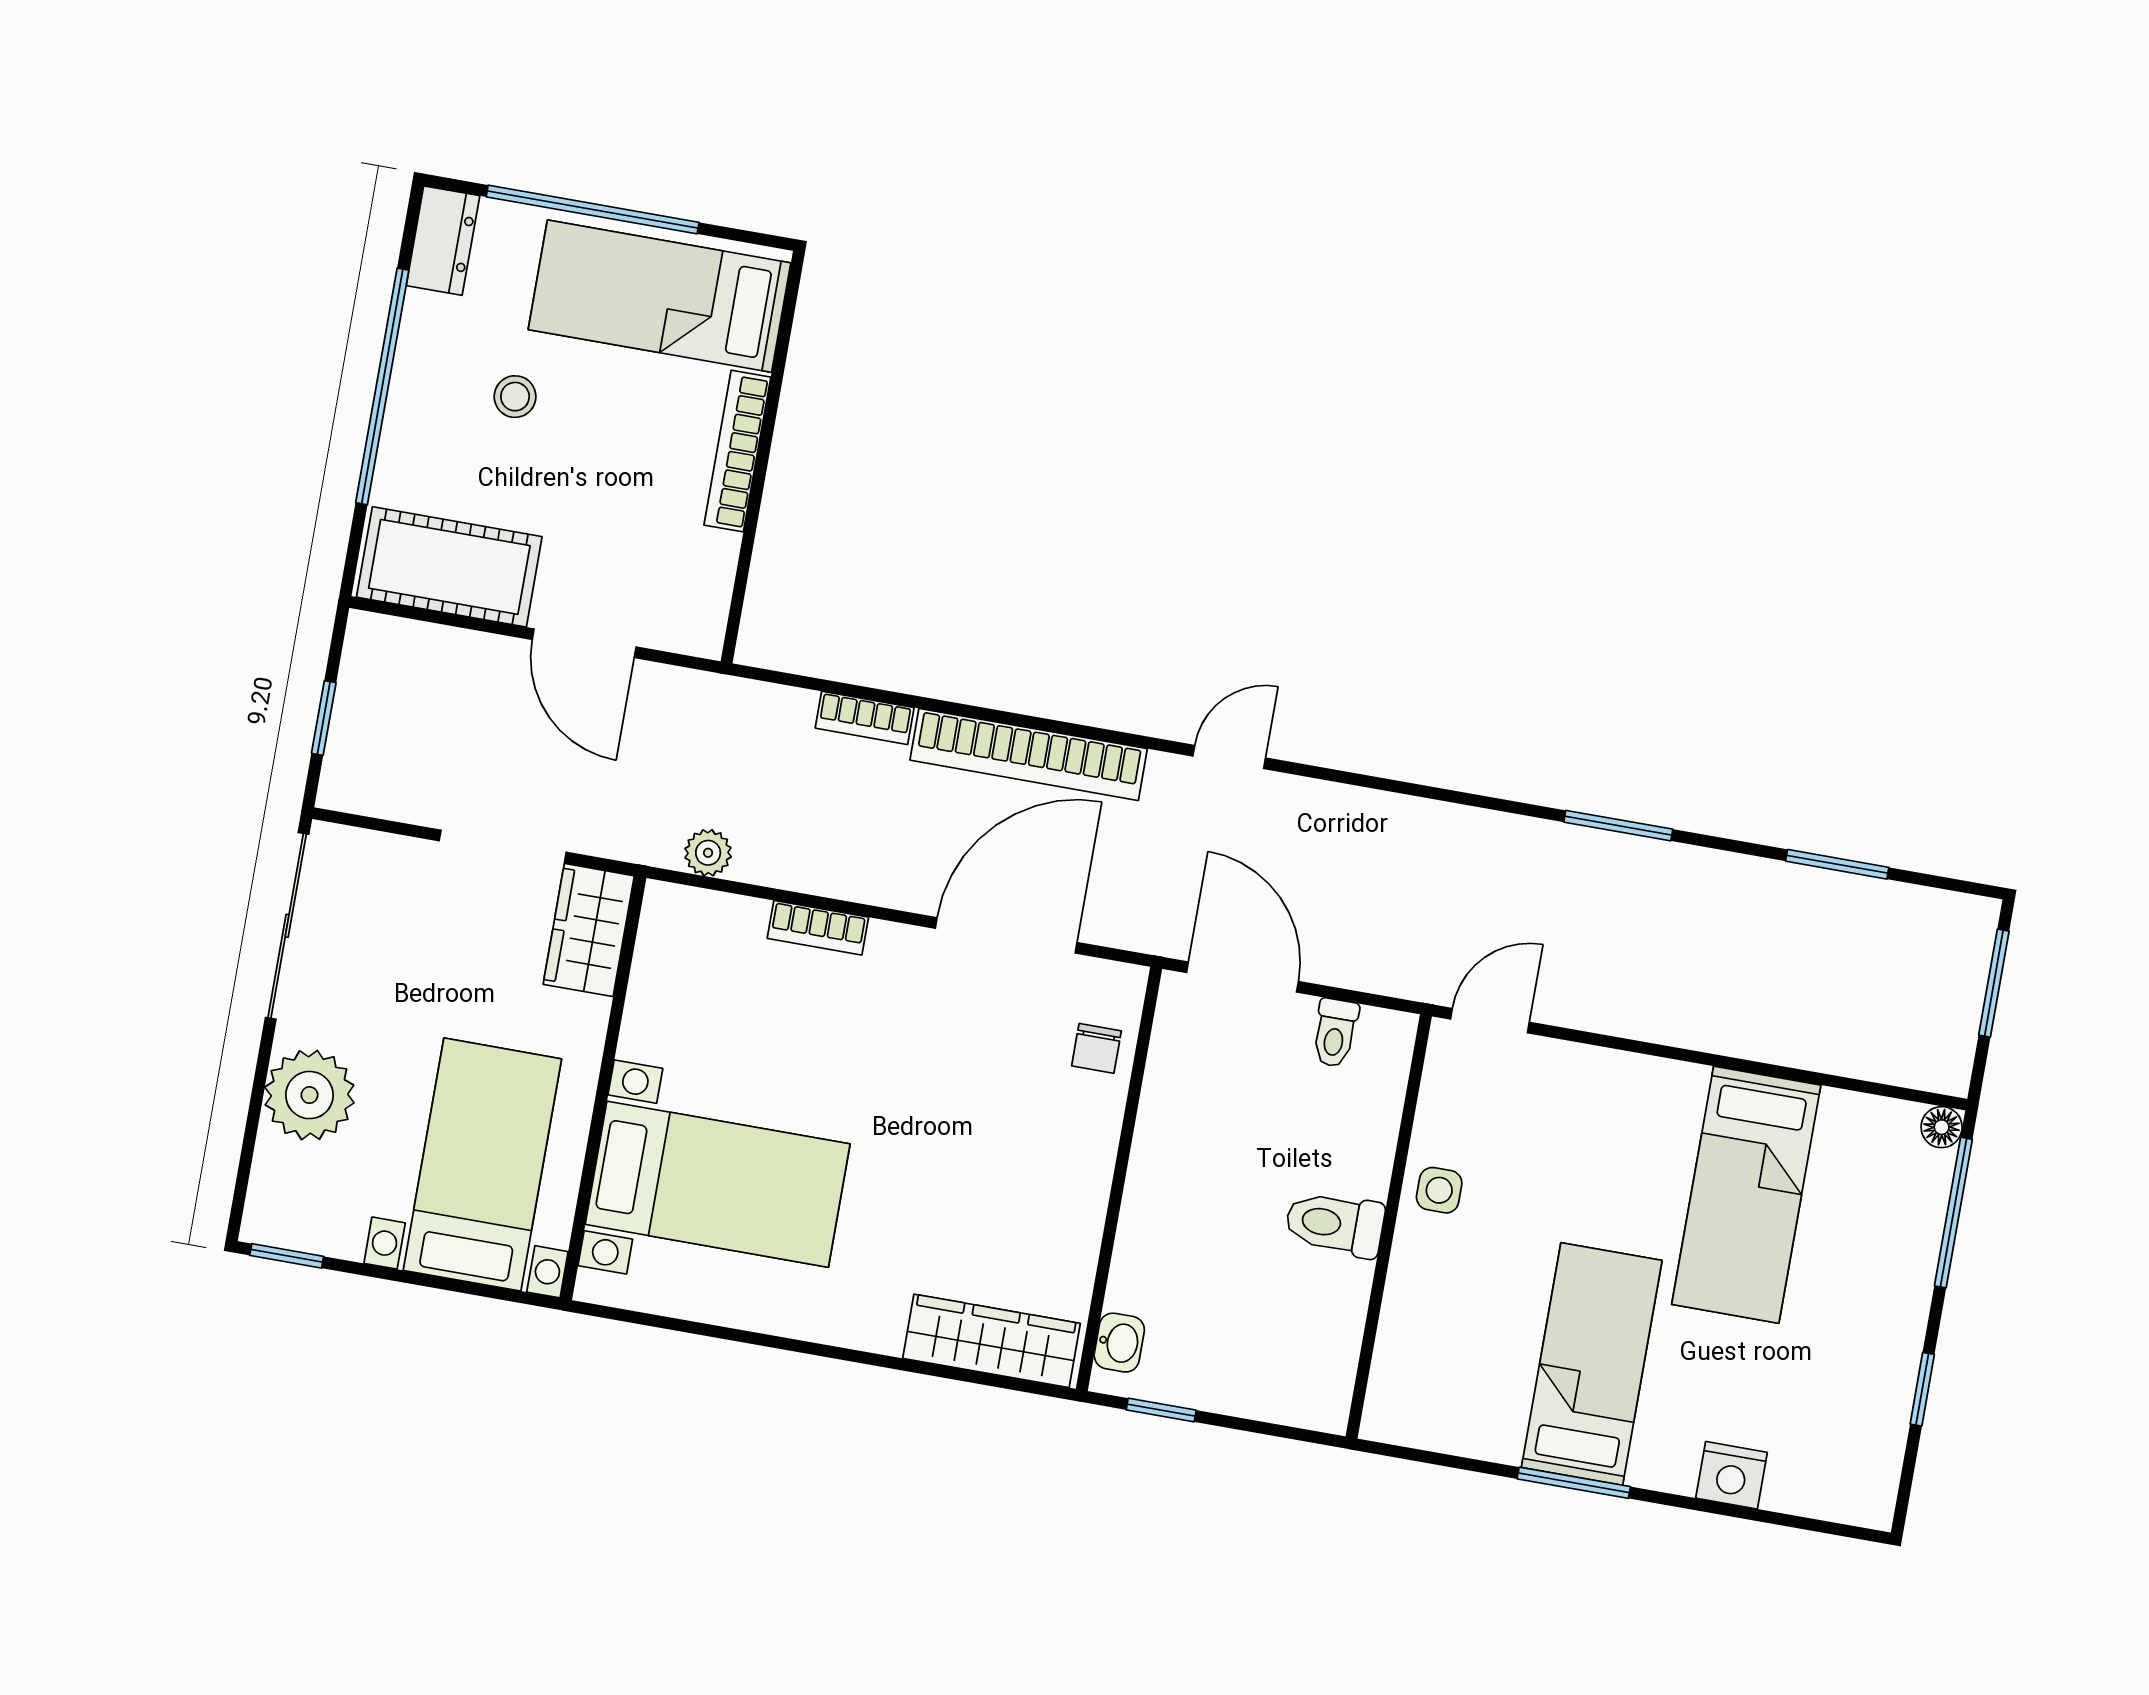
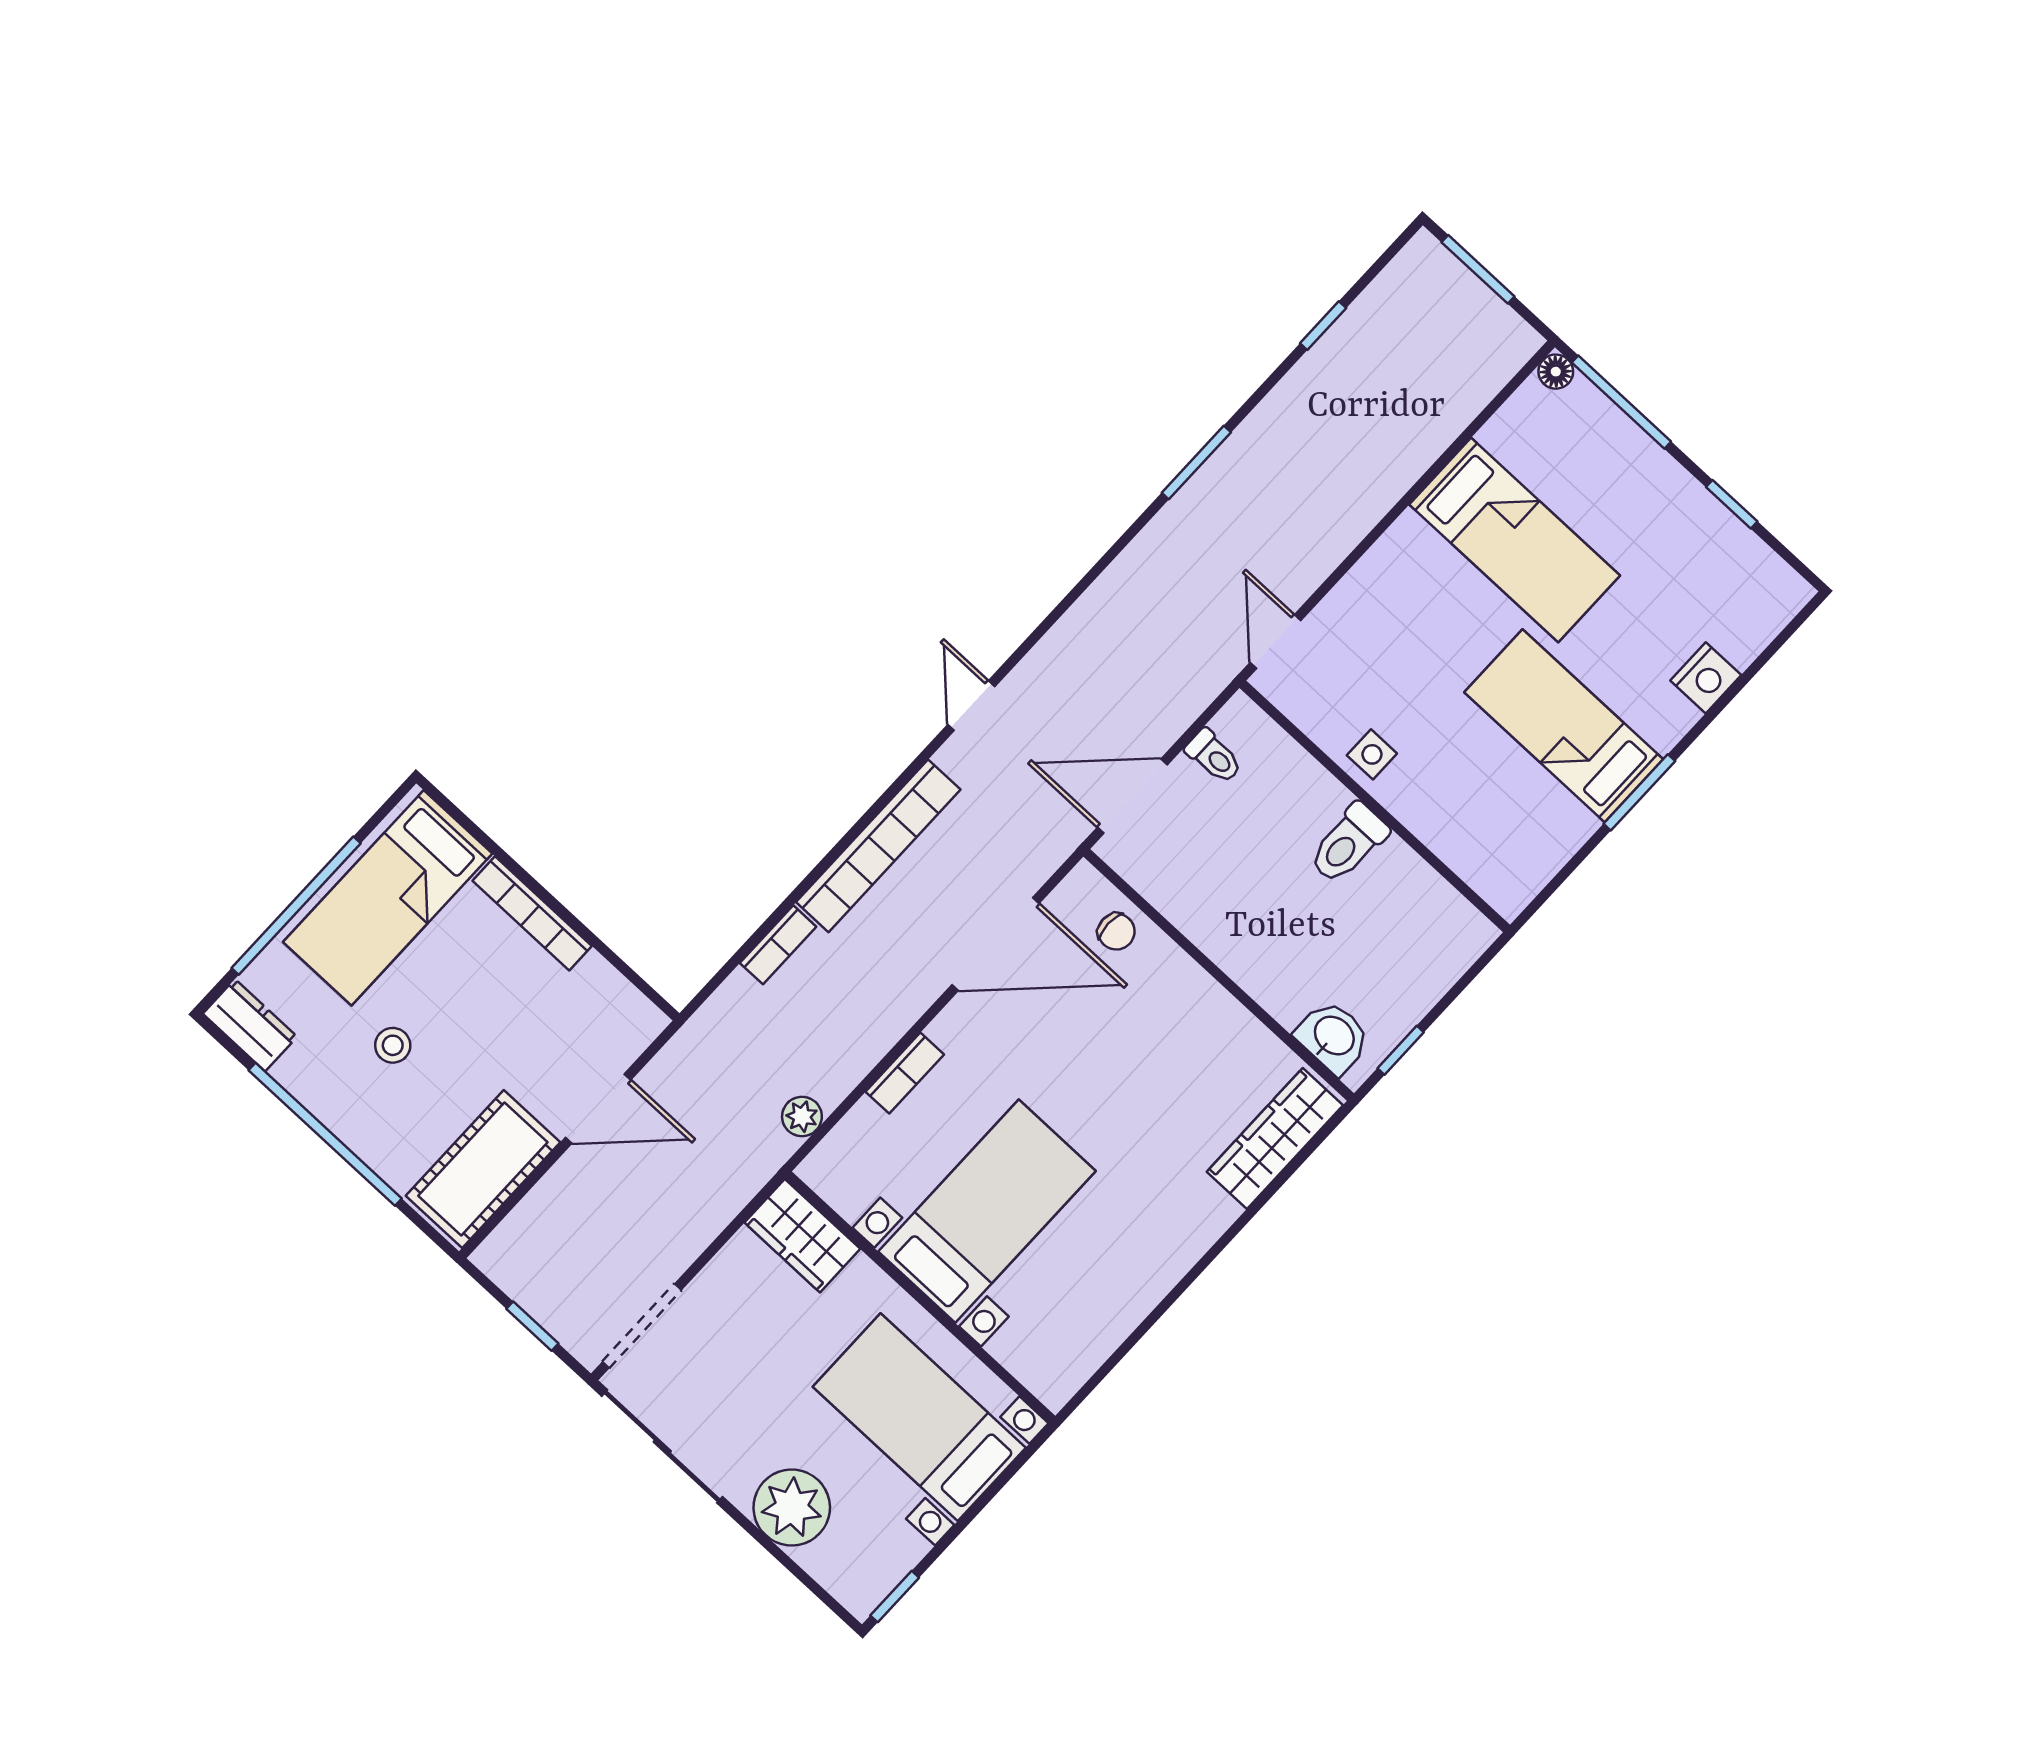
doorway: (503, 847) -> (642, 1326), moved
window: (1837, 864) -> (1323, 326), width x0.67
door: (1006, 935) -> (996, 944), swing flipped
bed with nightstands: (718, 1184) -> (987, 1211), moved
washbasin: (1119, 1343) -> (1333, 1037), width x1.38, depth x1.45

